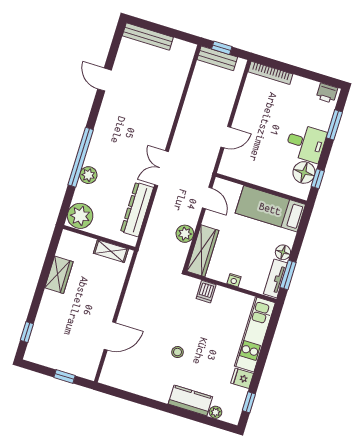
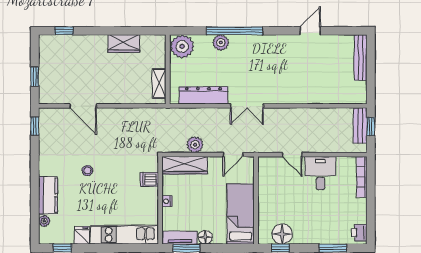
desk: (306, 143) -> (320, 173), moved, turned 180
double door: (161, 168) -> (247, 106), swing flipped
window: (115, 392) -> (35, 126), added

